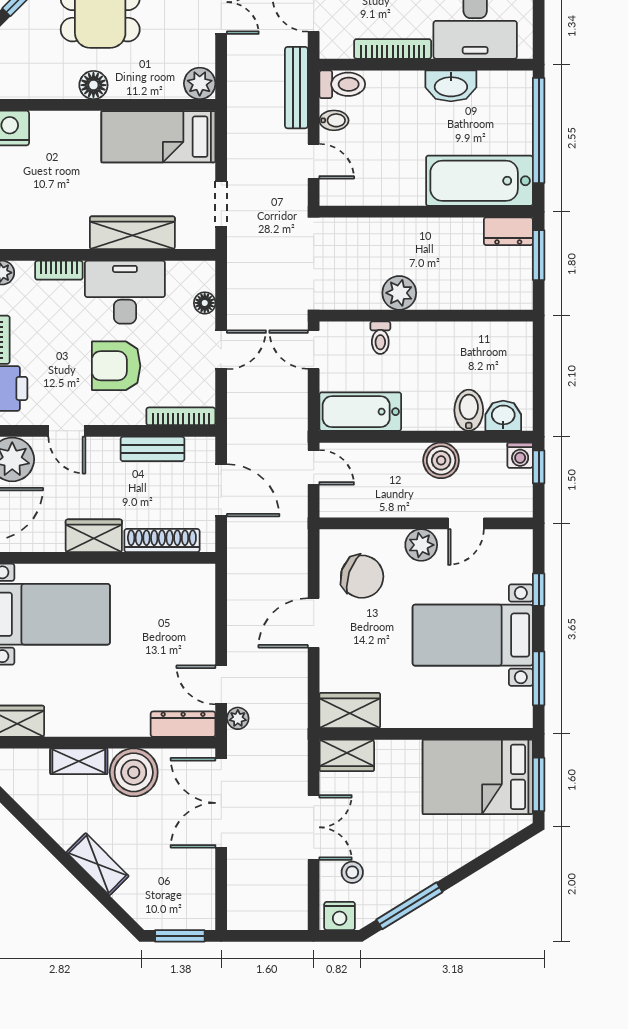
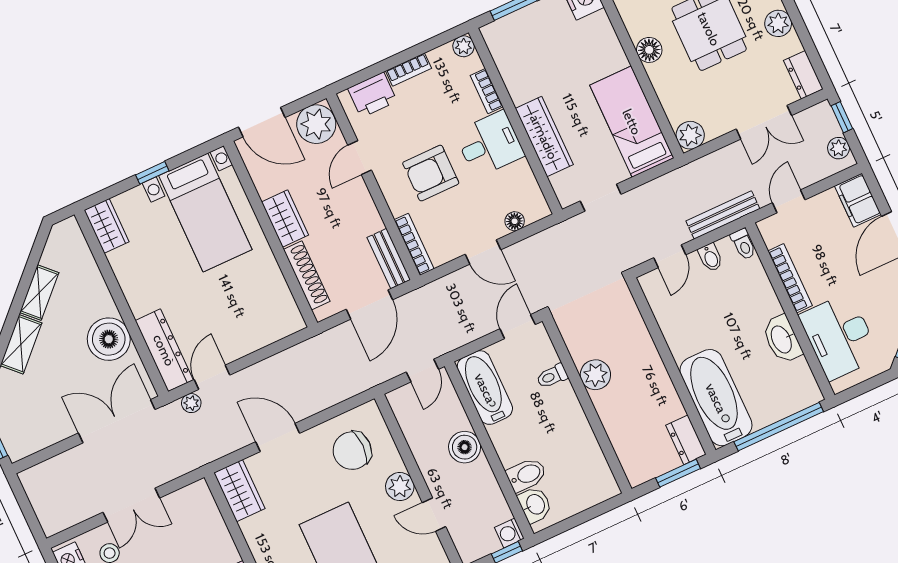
toilet: (342, 84) -> (743, 244), width x0.73, depth x0.72
desk: (125, 292) -> (489, 144), width x0.73
armchair: (116, 366) -> (431, 173), turned -90
bench: (152, 449) -> (389, 259), moved
boiler: (441, 460) -> (465, 447), moved
chair: (362, 577) -> (352, 451), turned 71
door: (314, 623) -> (278, 437), moved
dresser: (183, 724) -> (164, 350), width x1.37, depth x1.24
wardrobe: (347, 755) -> (202, 505), removed
shelving: (79, 761) -> (39, 293), moved, turned 45

